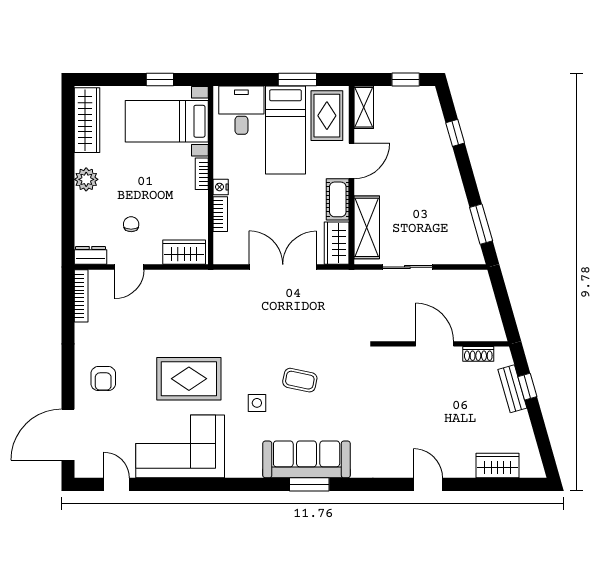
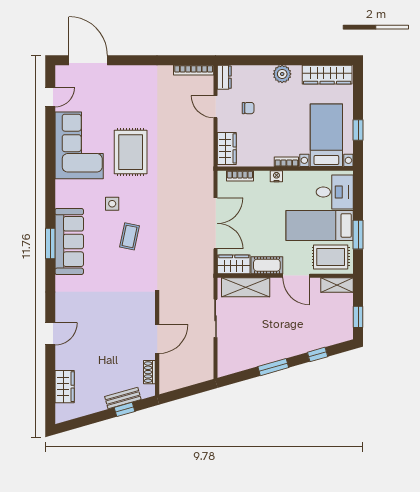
bookcase: (220, 214) -> (240, 176), moved
window: (481, 224) -> (273, 367), moved
armchair: (103, 379) -> (131, 87), removed

